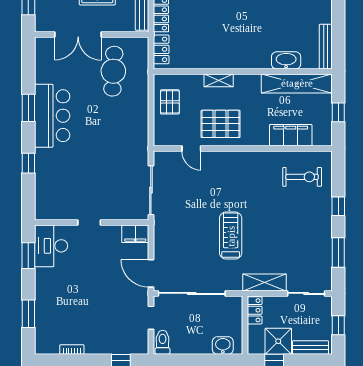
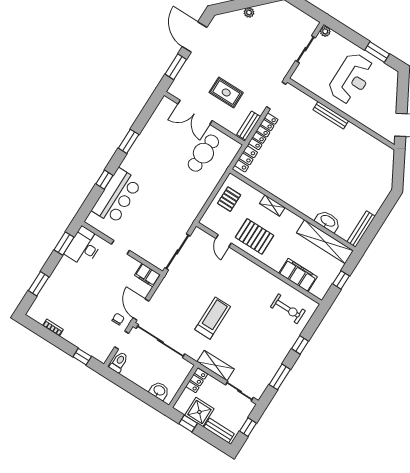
bar counter: (52, 116) -> (117, 196), moved
chair: (134, 298) -> (118, 319), added

